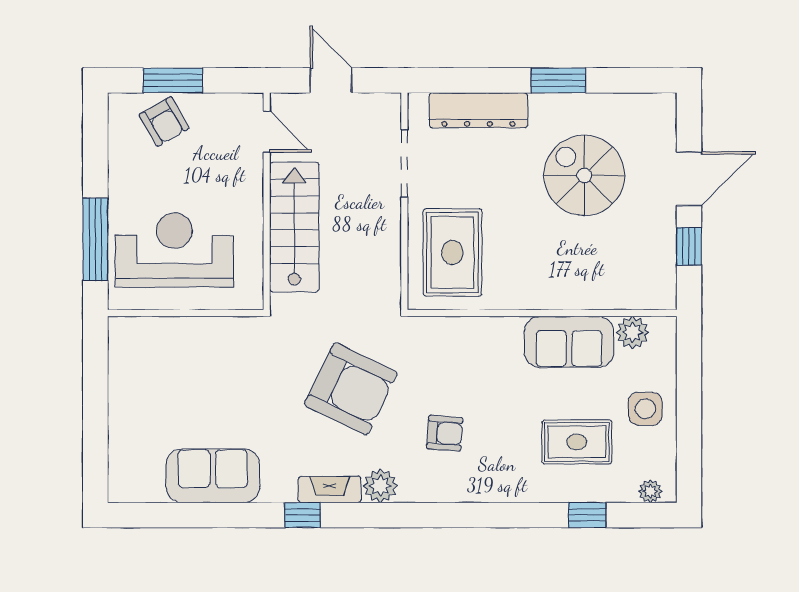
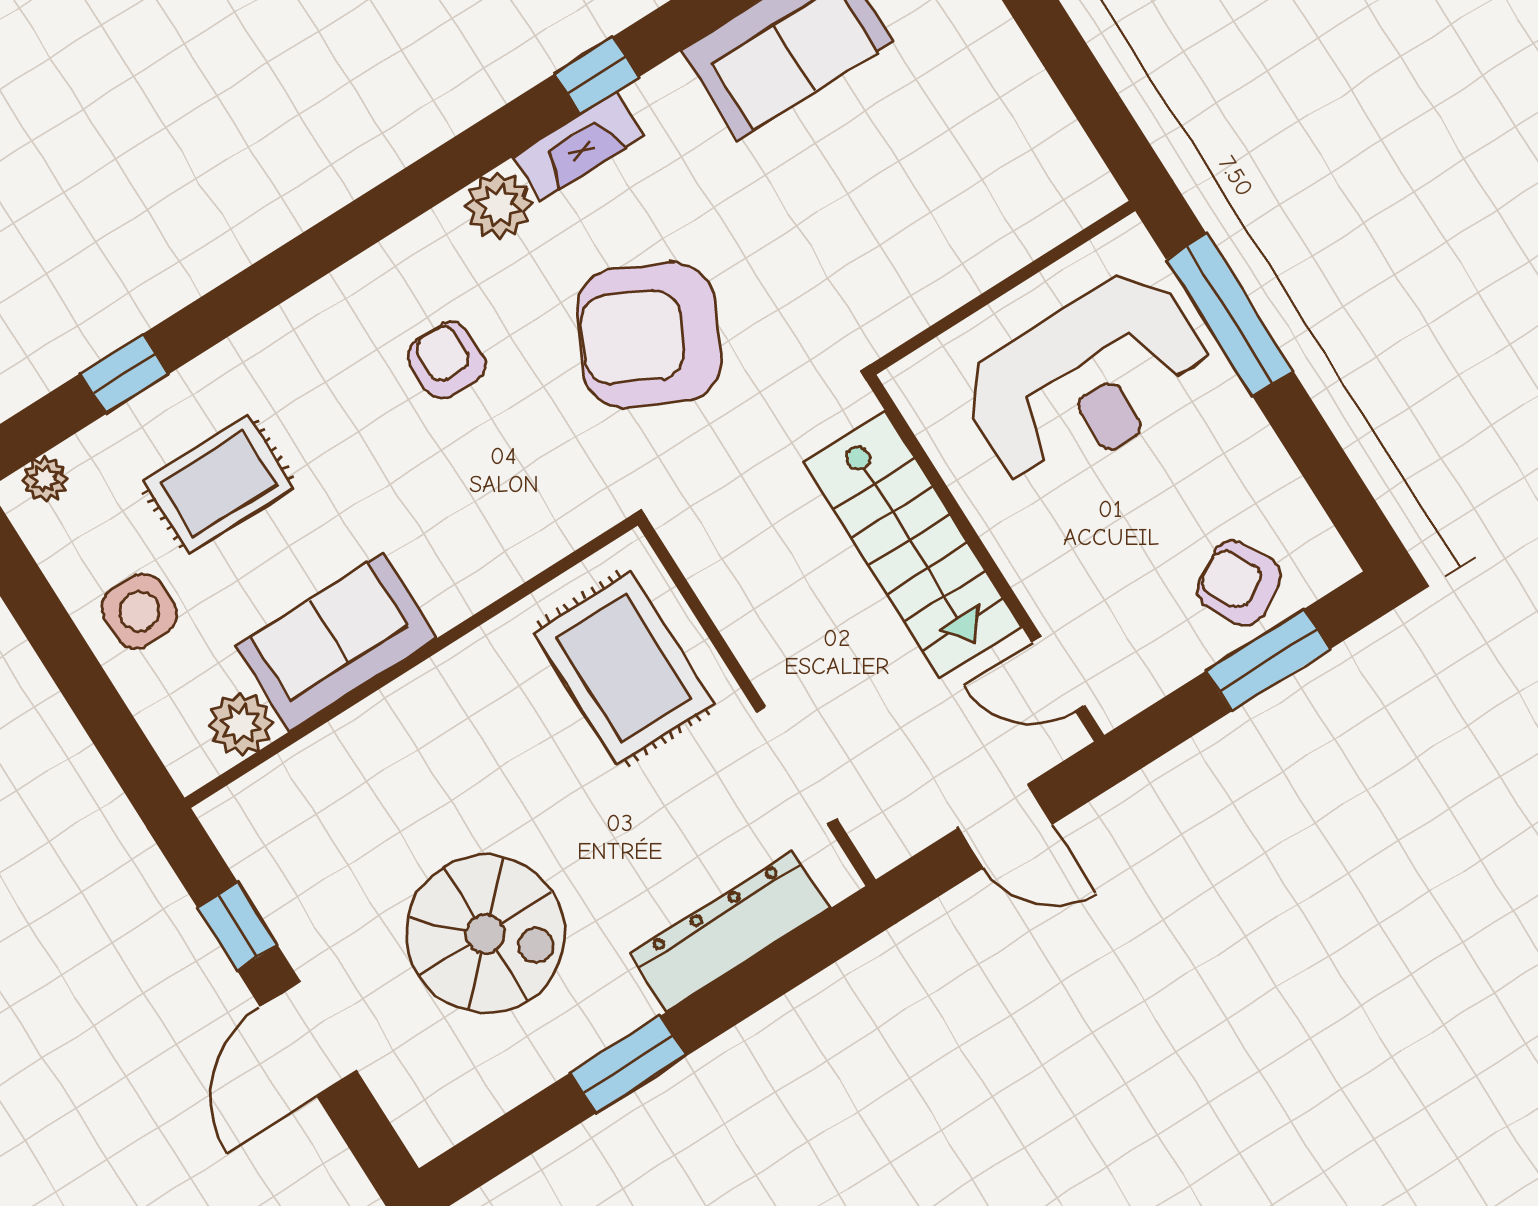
armchair: (445, 433) -> (447, 360), turned 86

